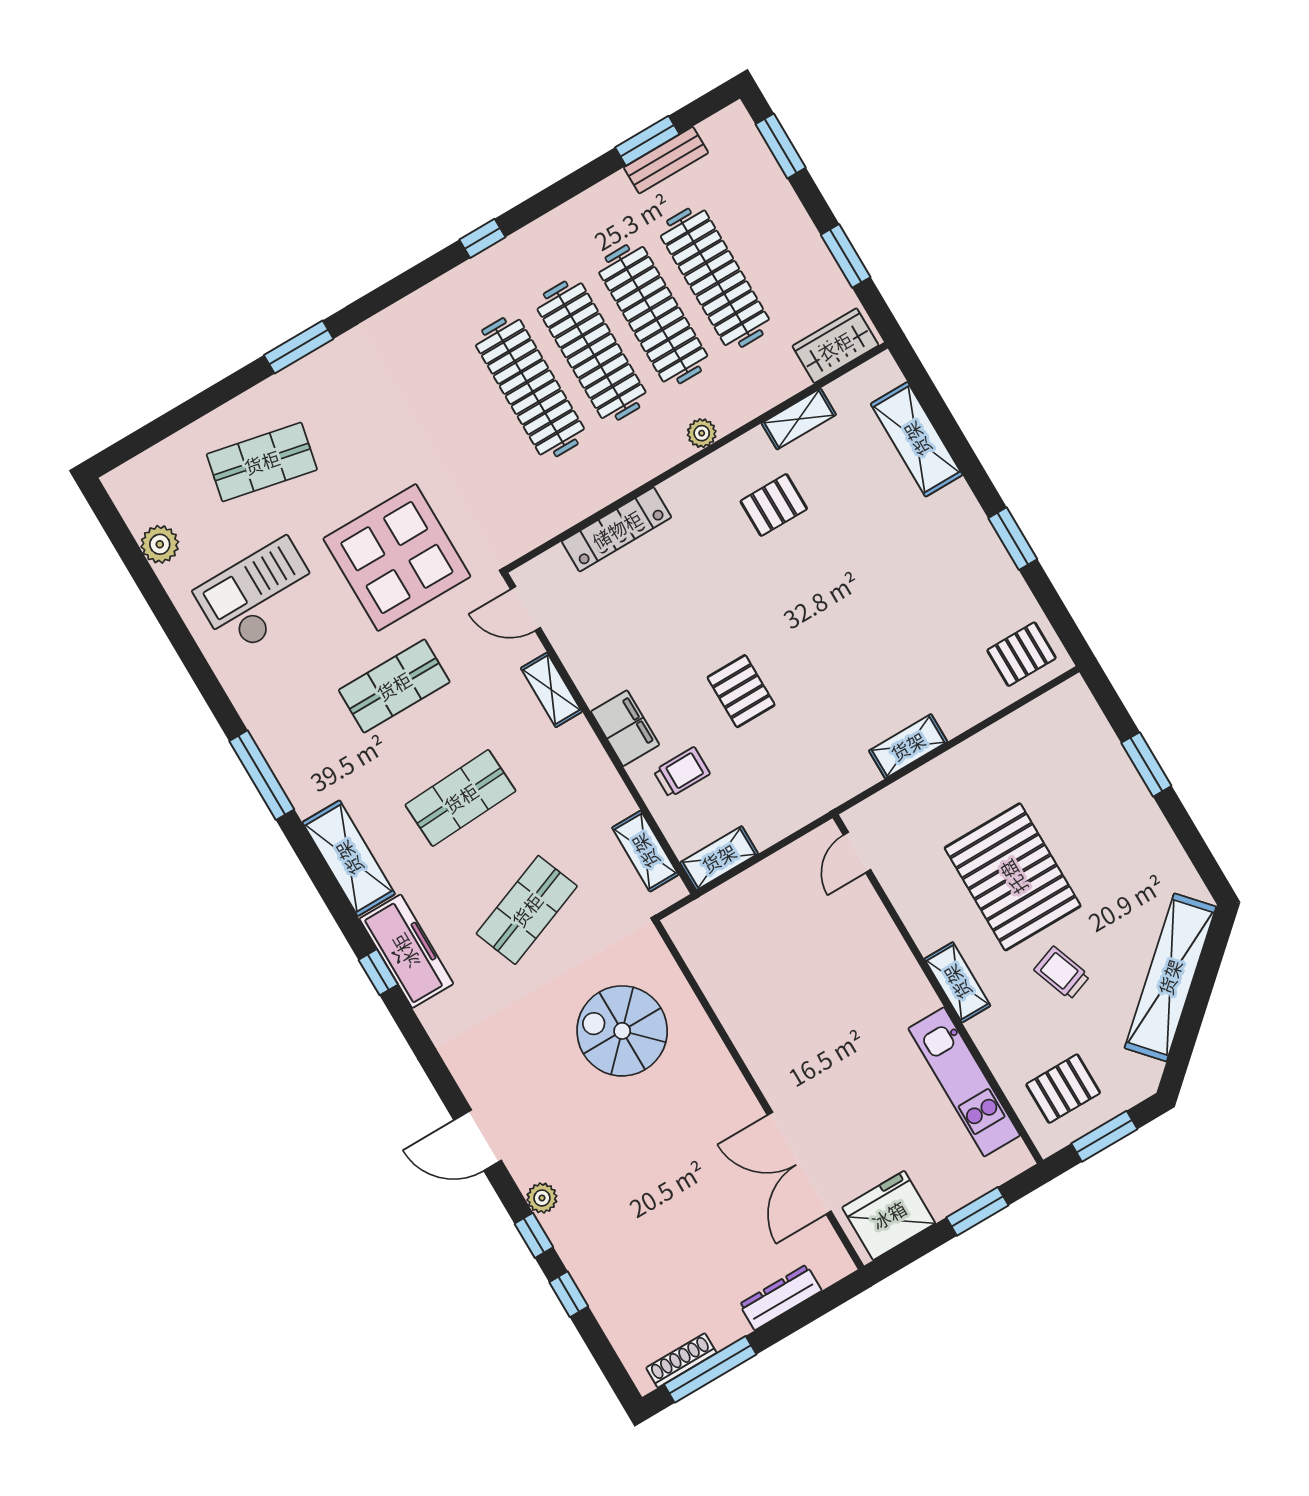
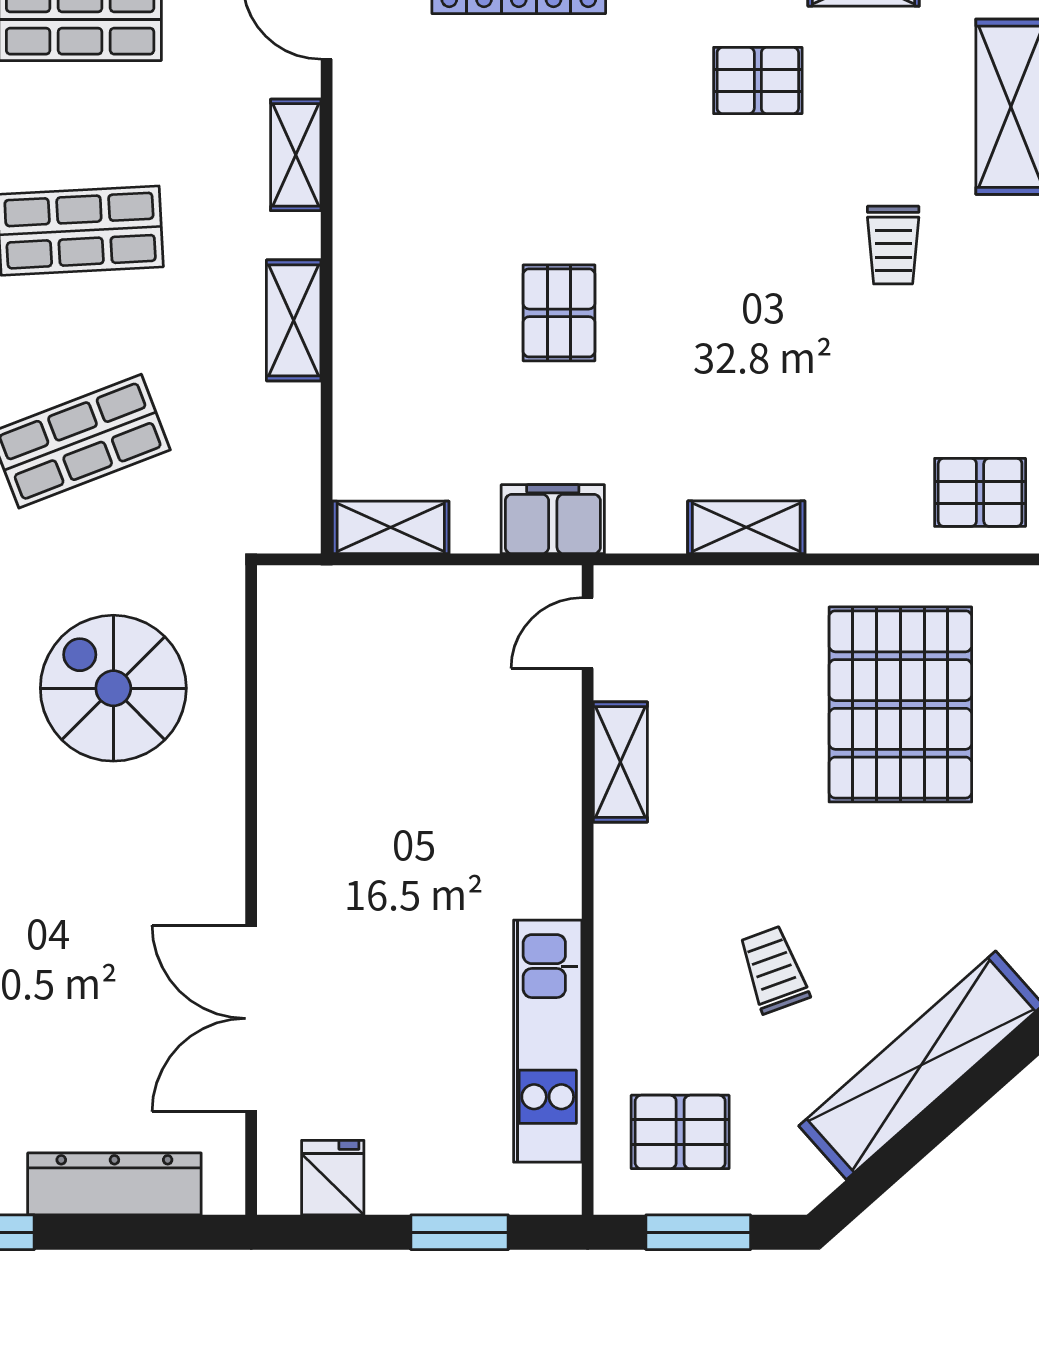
filing cabinet: (625, 728) -> (553, 519), moved, turned -90
trolley: (682, 772) -> (893, 245), moved, turned 90
shelving: (645, 851) -> (294, 320), moved
pallet: (1013, 877) -> (900, 704), moved
shelving: (957, 982) -> (620, 762), moved
fridge: (889, 1215) -> (333, 1178), width x0.53, depth x0.75
dresser: (781, 1297) -> (114, 1184), width x1.37, depth x1.24

